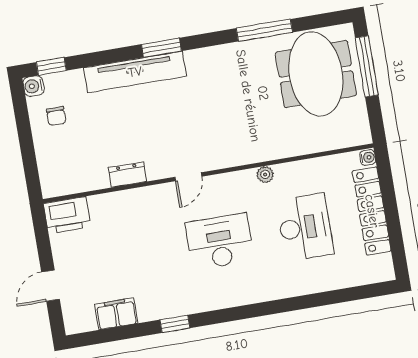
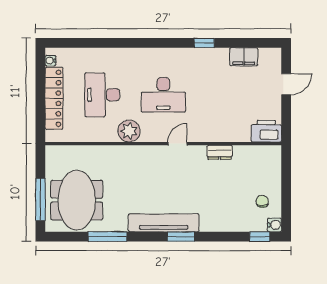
tv unit: (135, 72) -> (164, 223), moved
water cooler: (368, 157) -> (50, 61), moved
plant: (265, 174) -> (129, 131), width x1.88, depth x1.88

